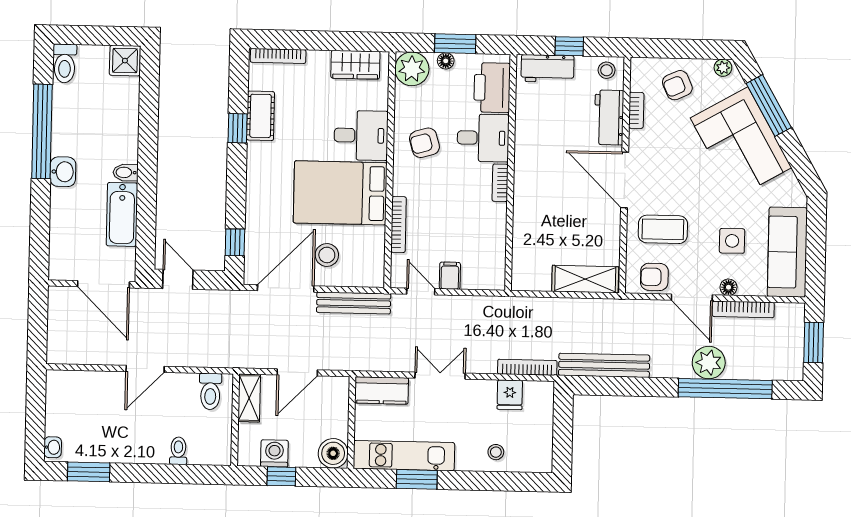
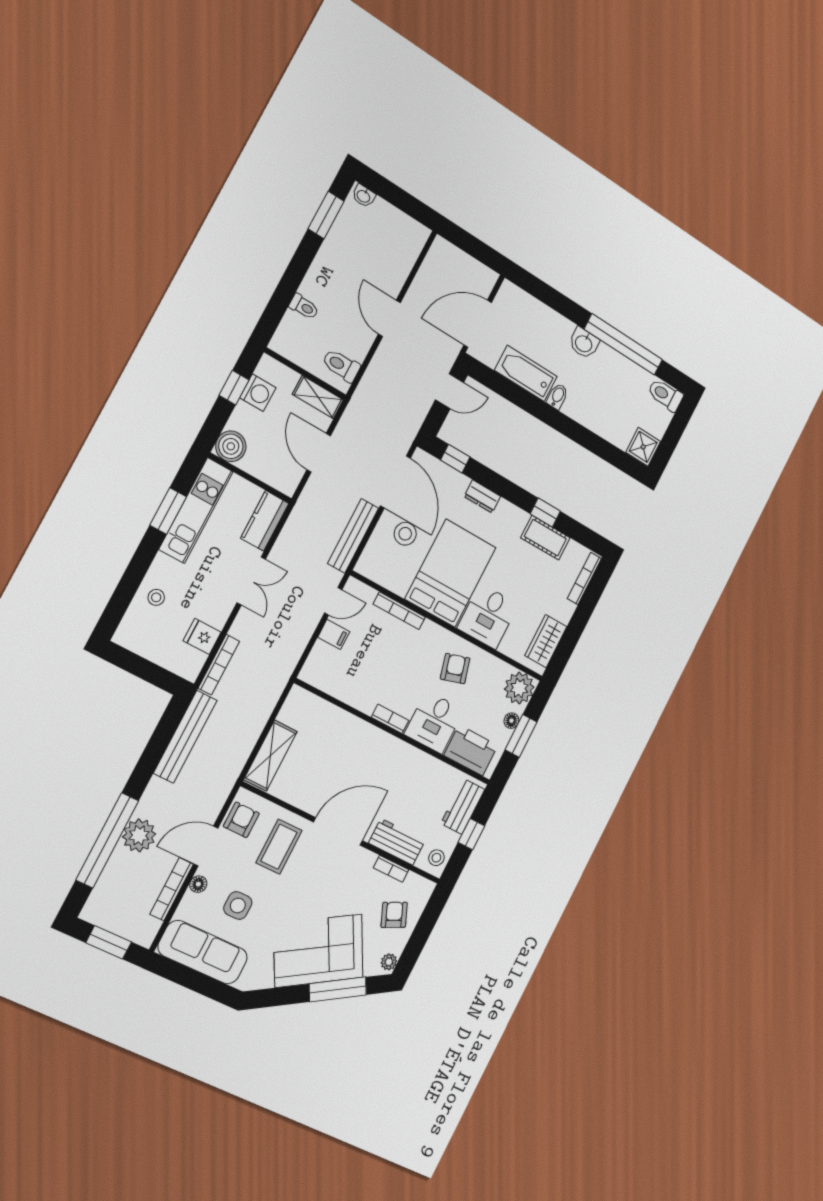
dresser: (255, 198) -> (482, 496), added

